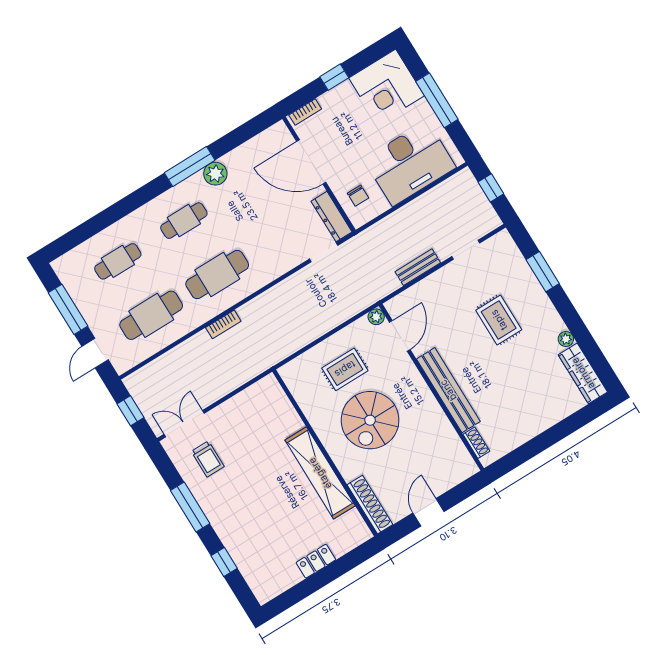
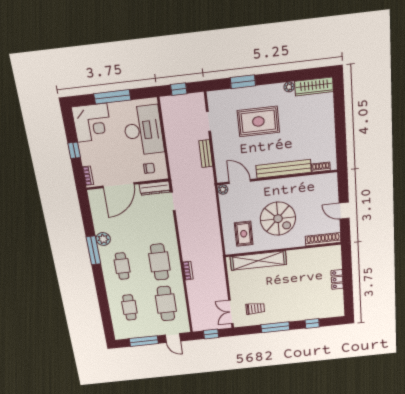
rug: (499, 320) -> (258, 121), width x1.36, depth x1.43
rug: (345, 369) -> (244, 234), moved
shelving: (320, 473) -> (258, 261), moved

